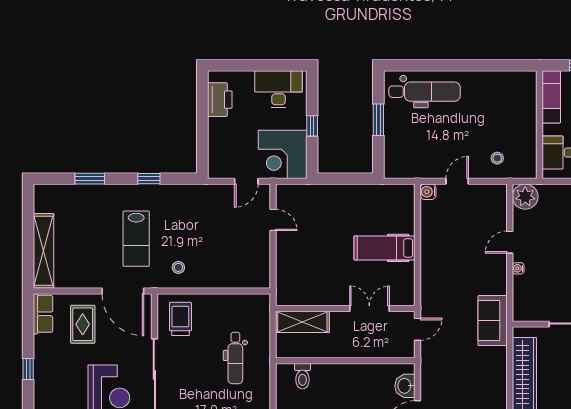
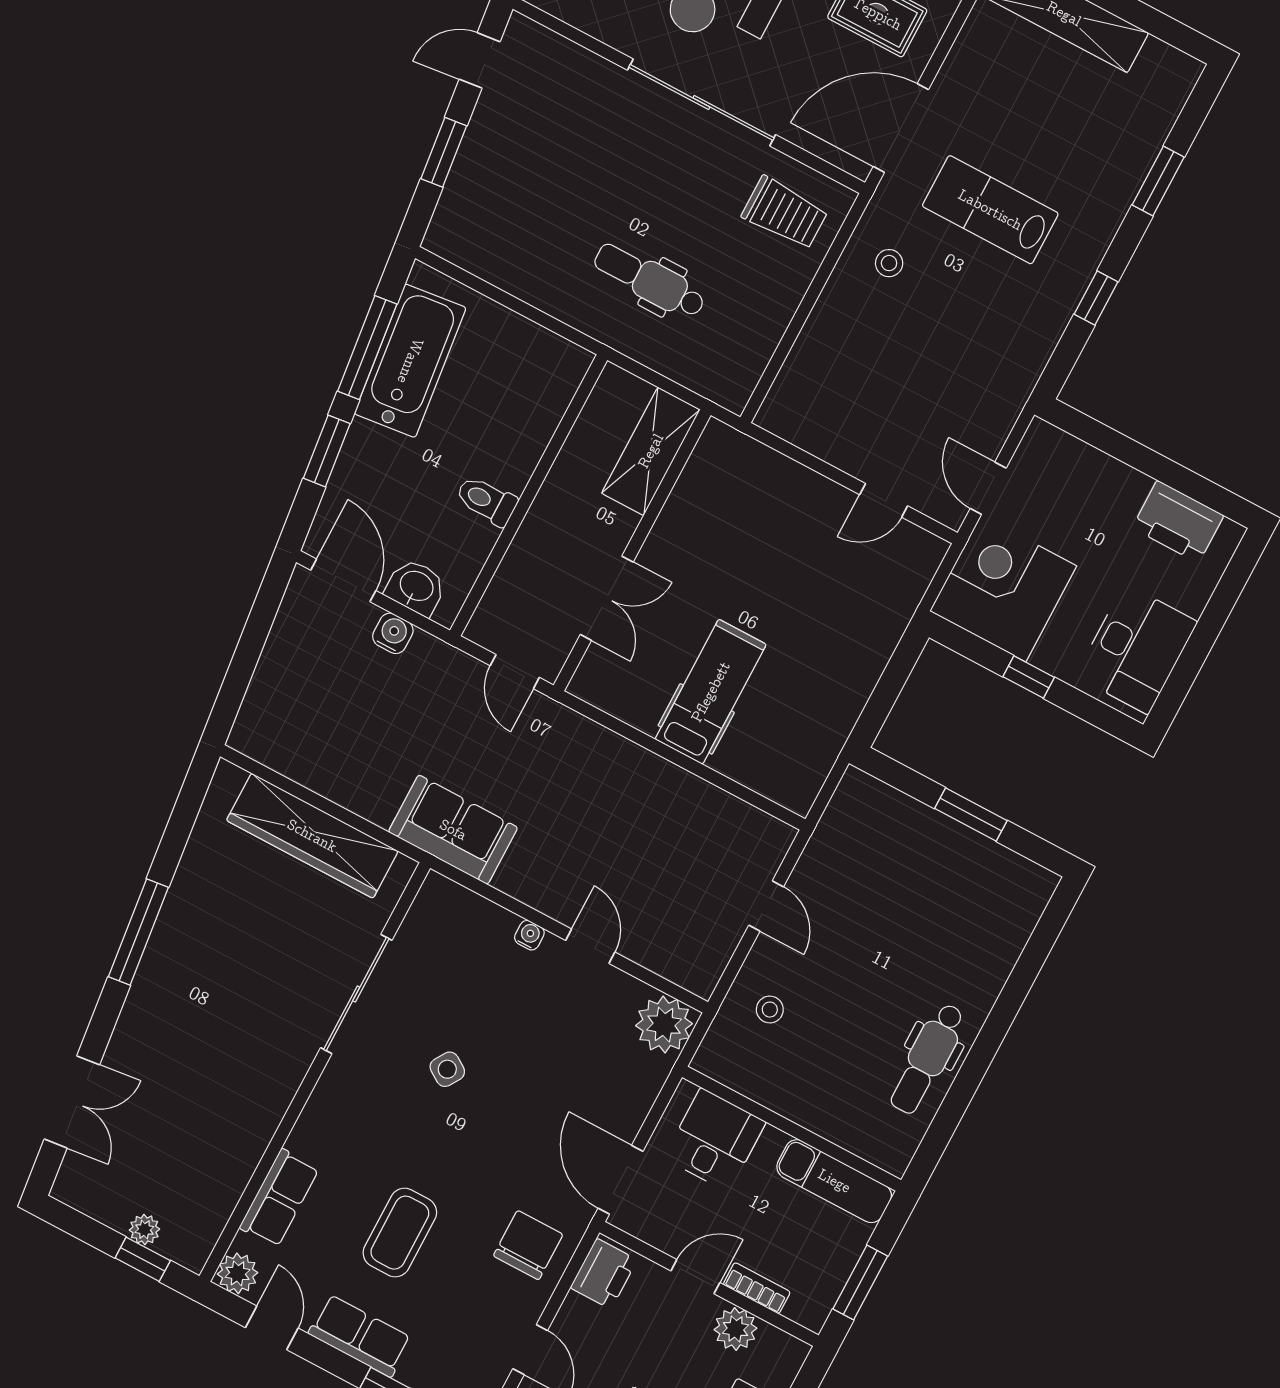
dental chair: (425, 92) -> (927, 1059), moved, width x0.73, depth x0.72
water cooler: (428, 192) -> (393, 633), moved
toilet: (302, 376) -> (486, 501), moved

